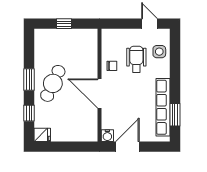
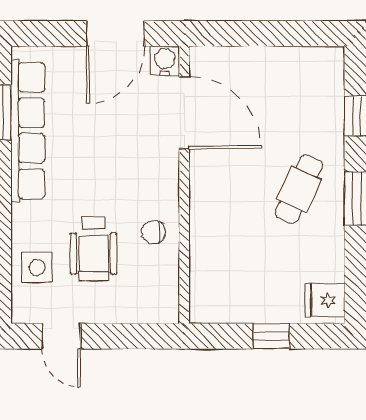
cafe table: (53, 83) -> (299, 189), width x0.73, depth x0.74
door: (99, 93) -> (184, 113), moved
fridge: (42, 135) -> (325, 300), moved

